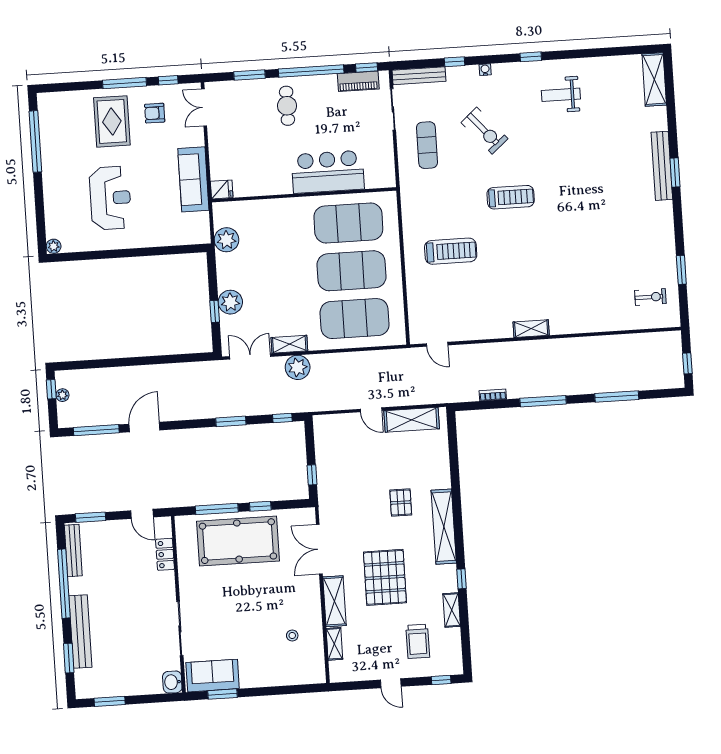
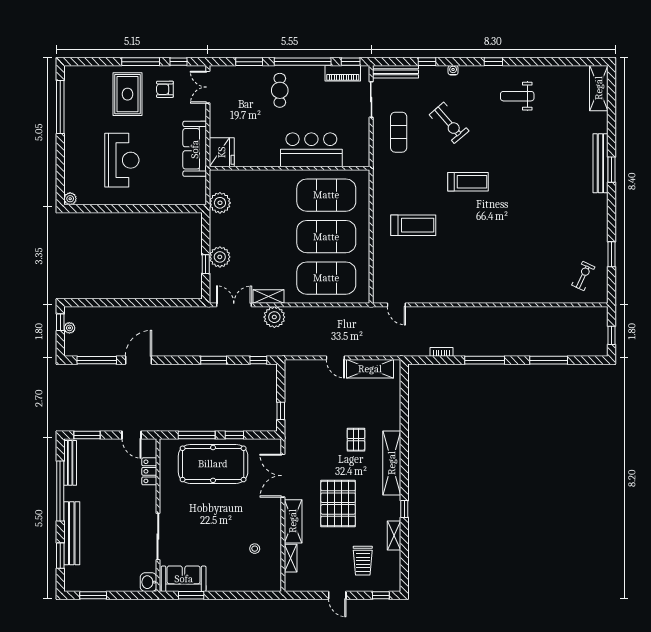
fridge: (222, 189) -> (222, 152), width x1.88, depth x1.34
exercise bike: (650, 297) -> (583, 276), turned -65
shelving: (531, 329) -> (478, 297), removed

